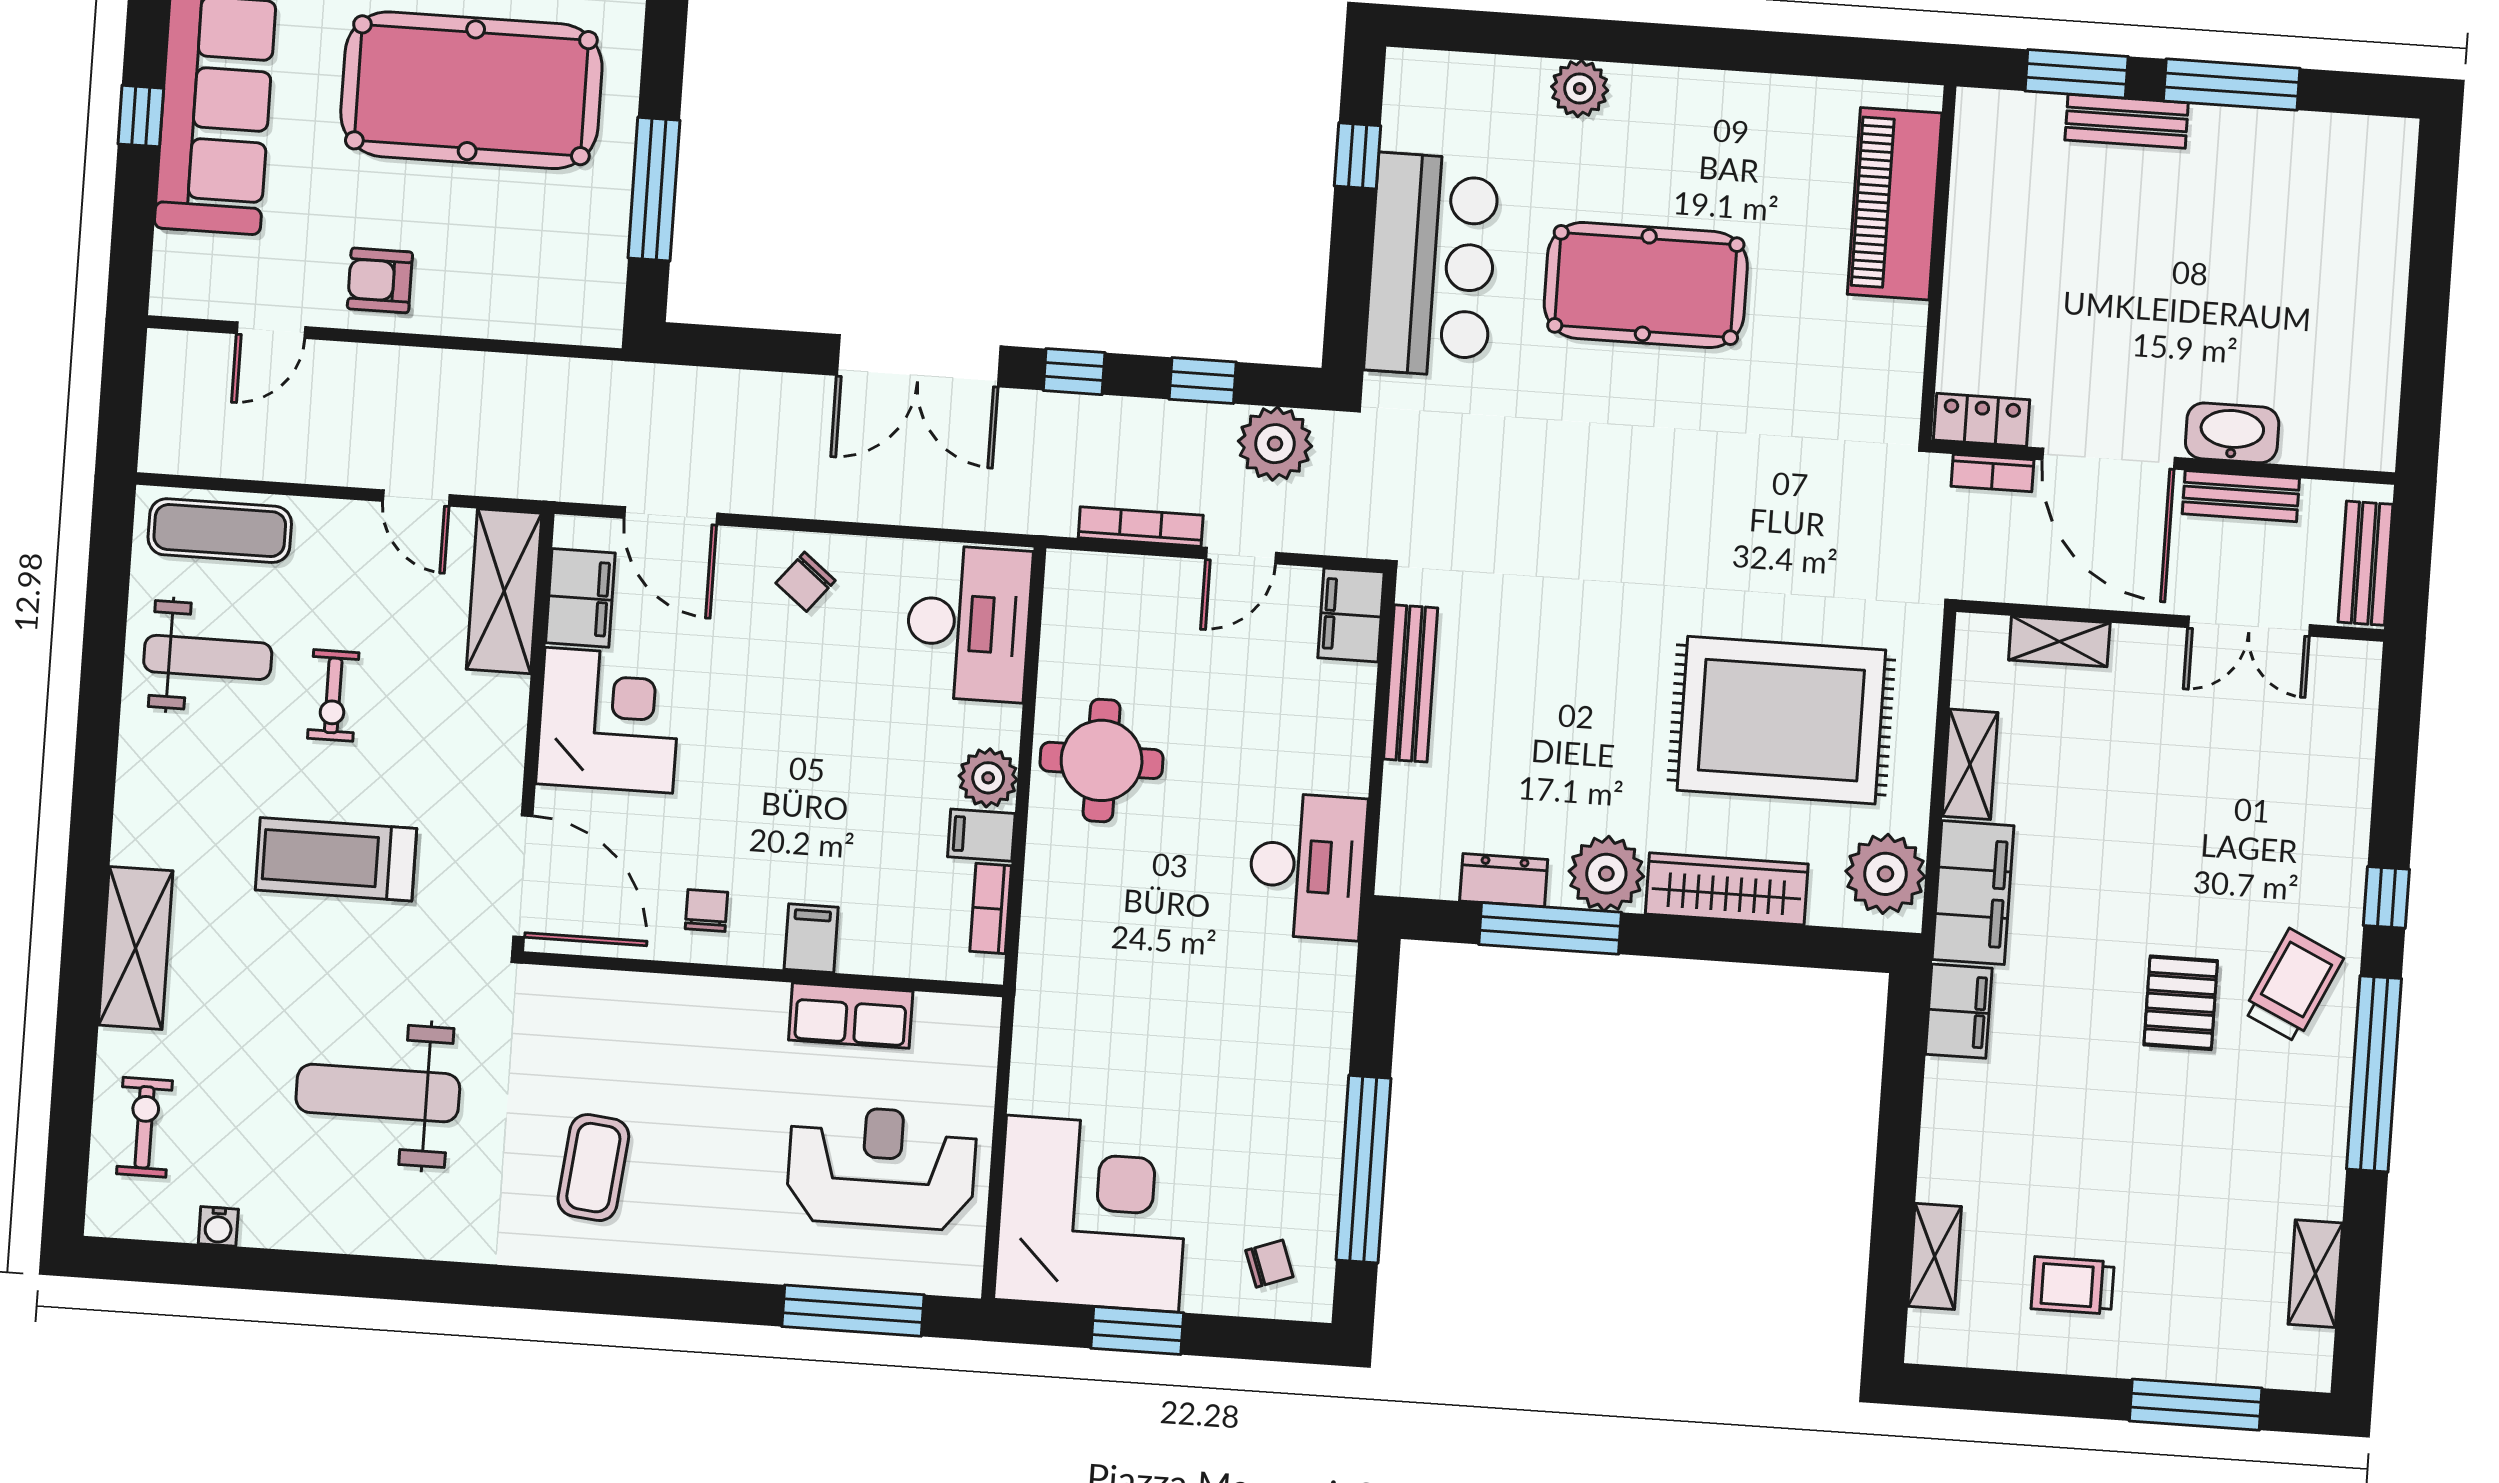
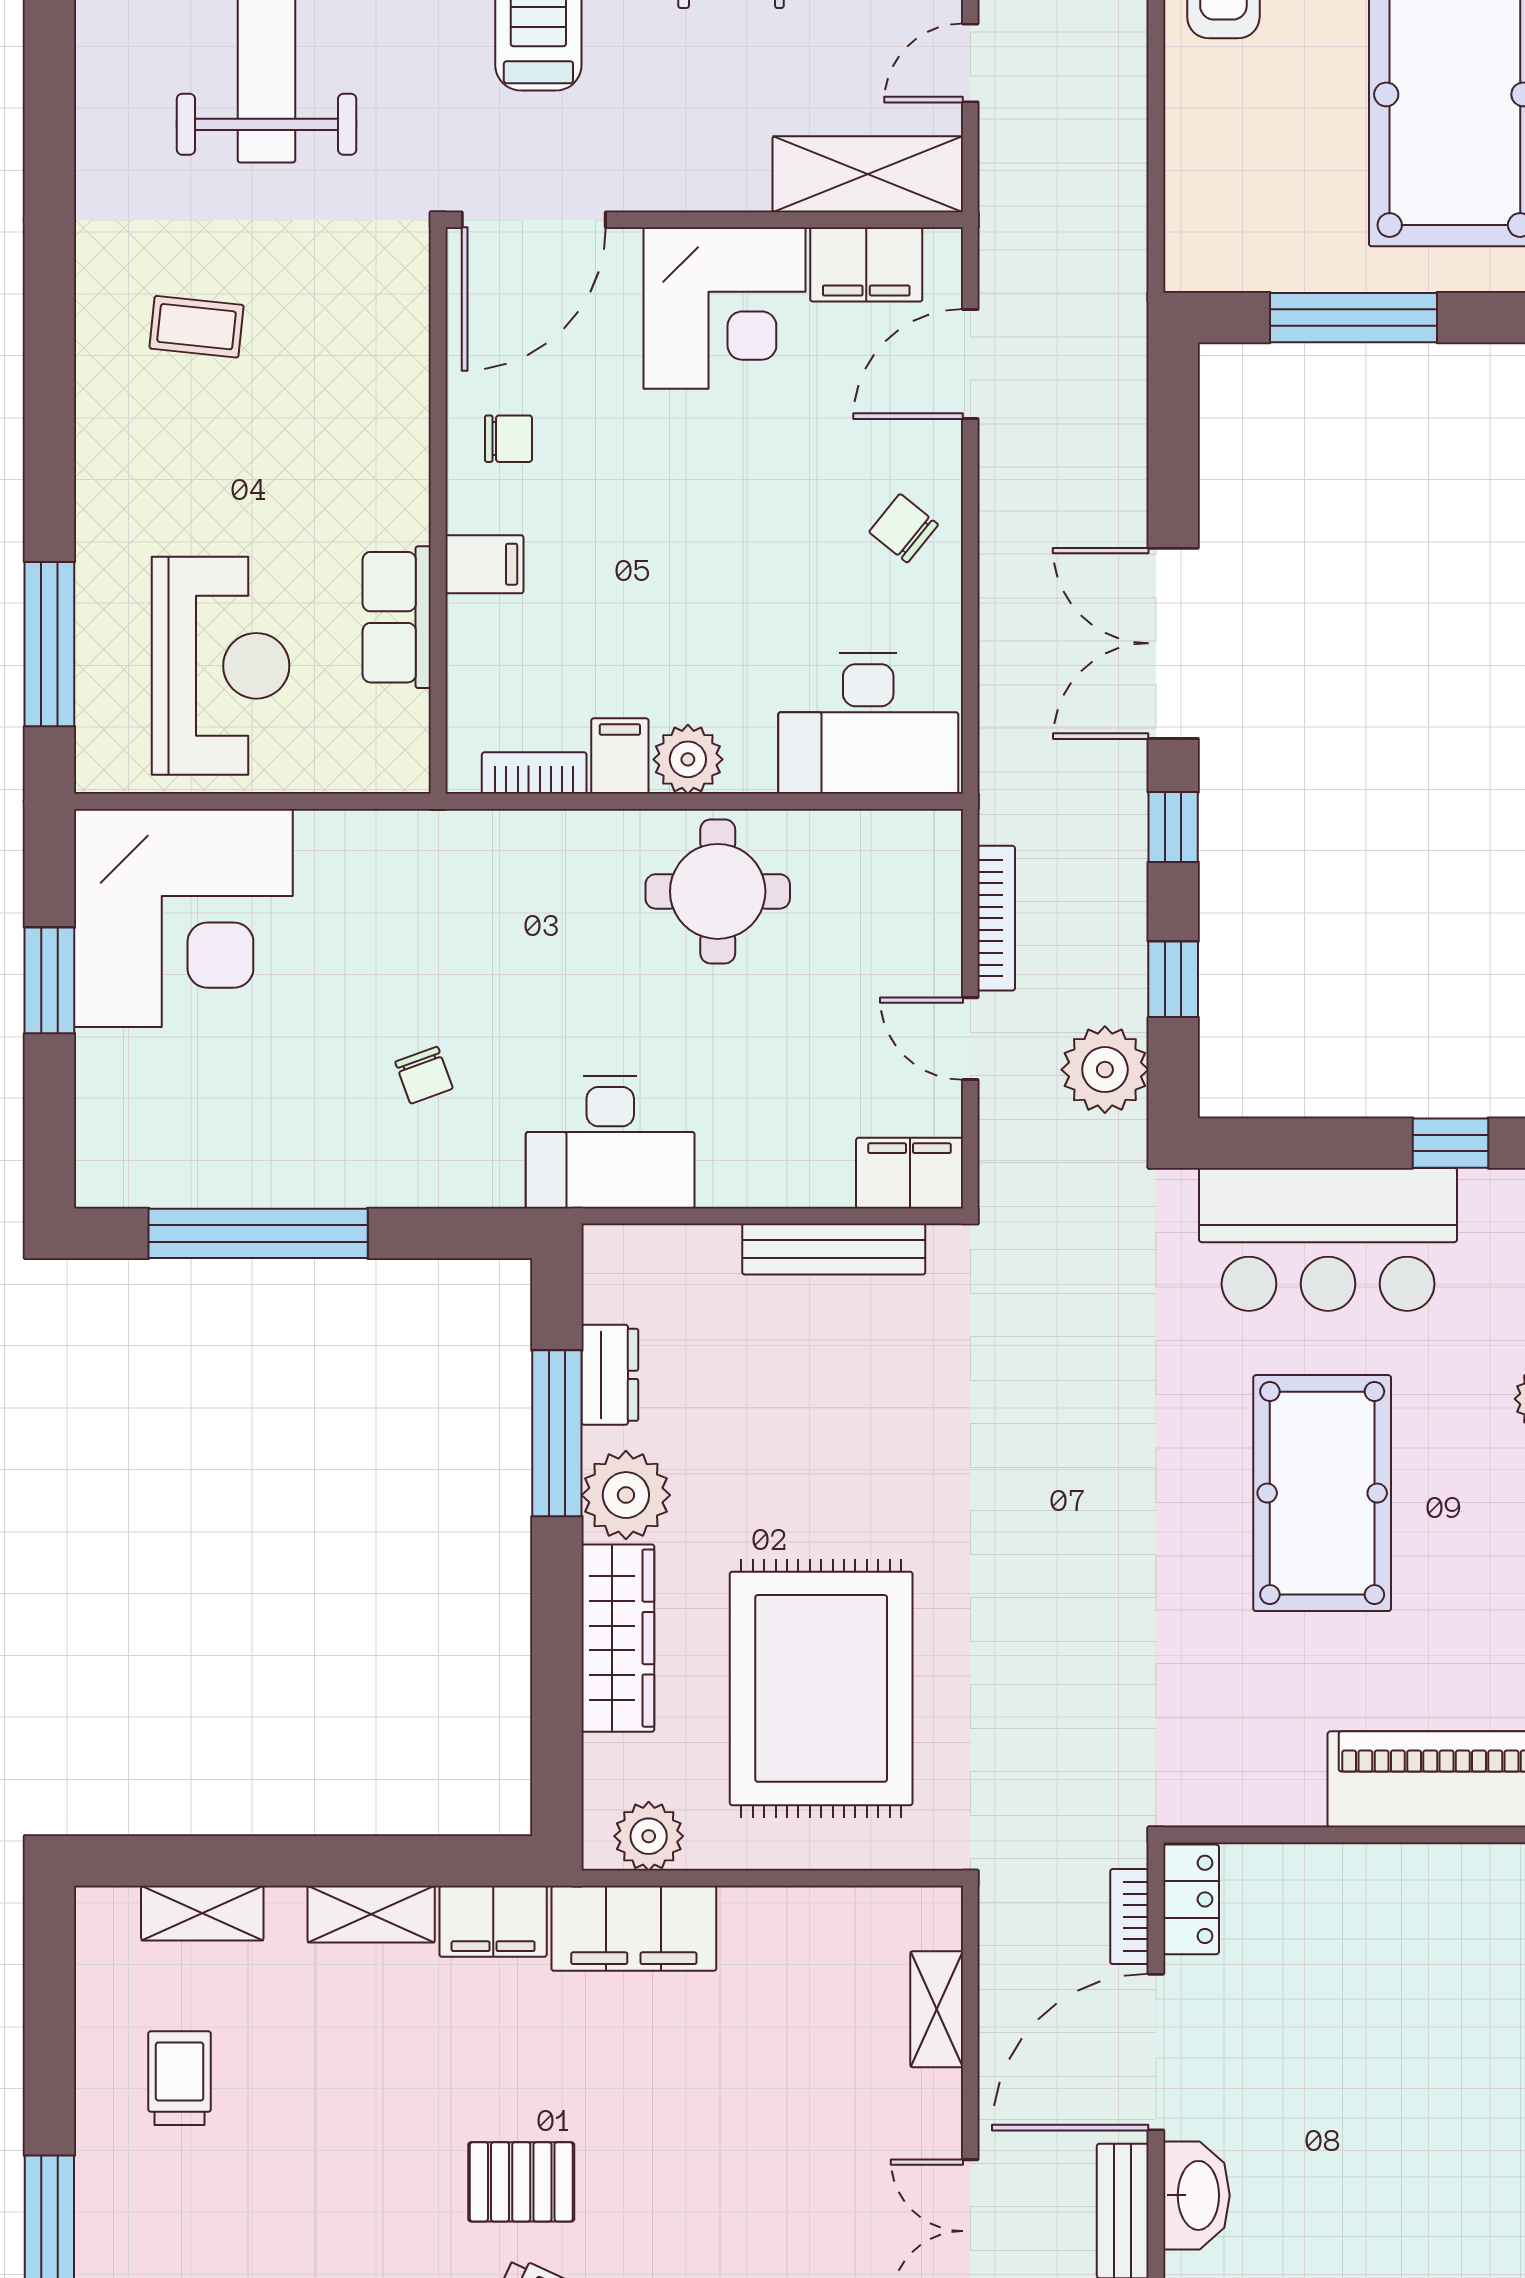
shelving: (1970, 764) -> (371, 1914), moved
plant: (1885, 874) -> (649, 1836), width x0.73, depth x0.73
coffee table: (593, 1168) -> (197, 327), width x0.73, depth x0.77
chair: (1269, 1264) -> (424, 1075), moved

